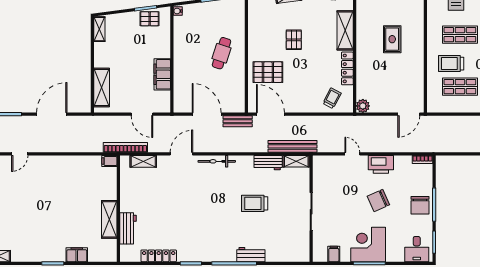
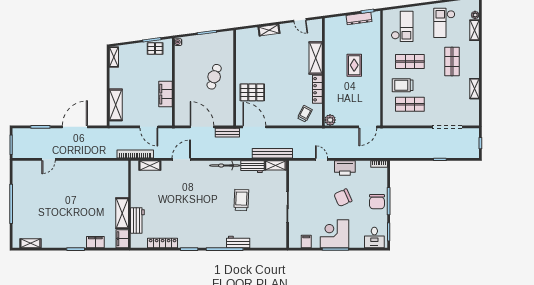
pallet: (294, 40) -> (274, 66), removed
filing cabinet: (109, 161) -> (122, 239), moved, width x2.00
bicycle: (217, 161) -> (225, 166), moved
trolley: (255, 203) -> (241, 200), turned 92

